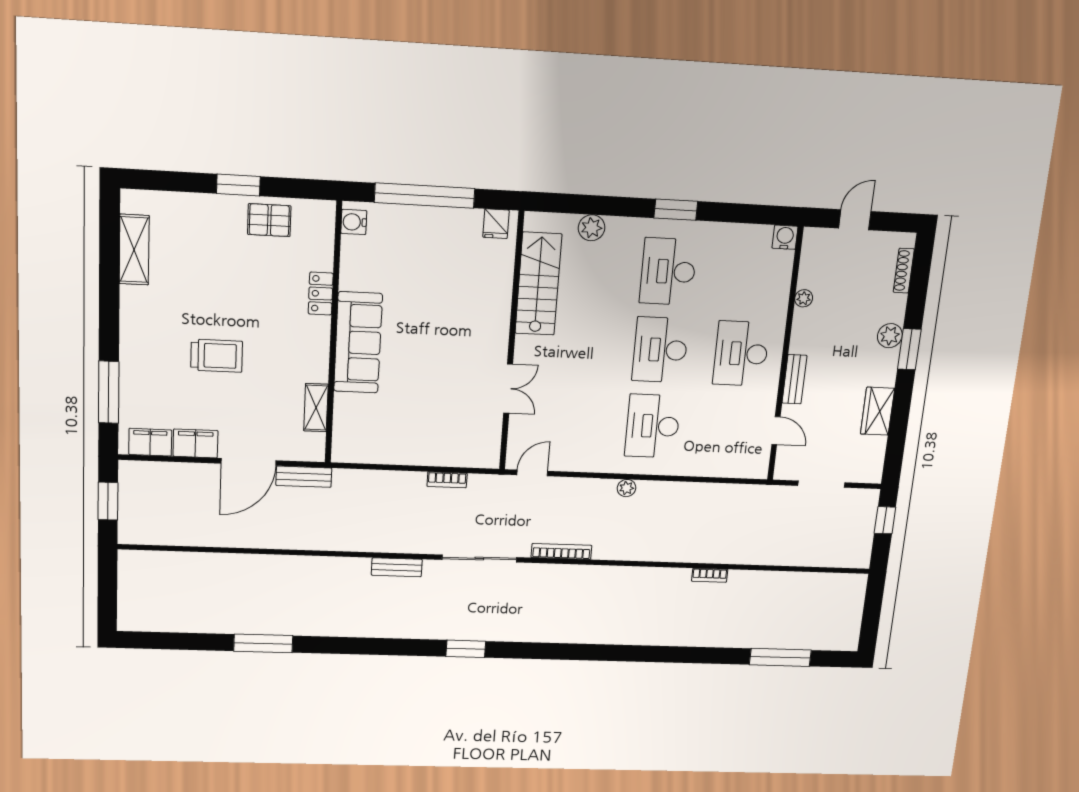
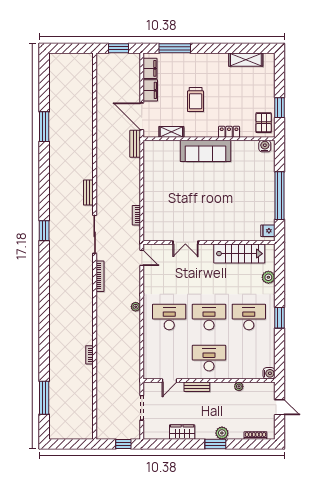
water cooler: (354, 222) -> (265, 146), moved
locker: (321, 294) -> (229, 132), moved
wall: (333, 334) -> (209, 139), moved
sofa: (358, 343) -> (205, 151), moved
shelving: (316, 408) -> (171, 132), moved

